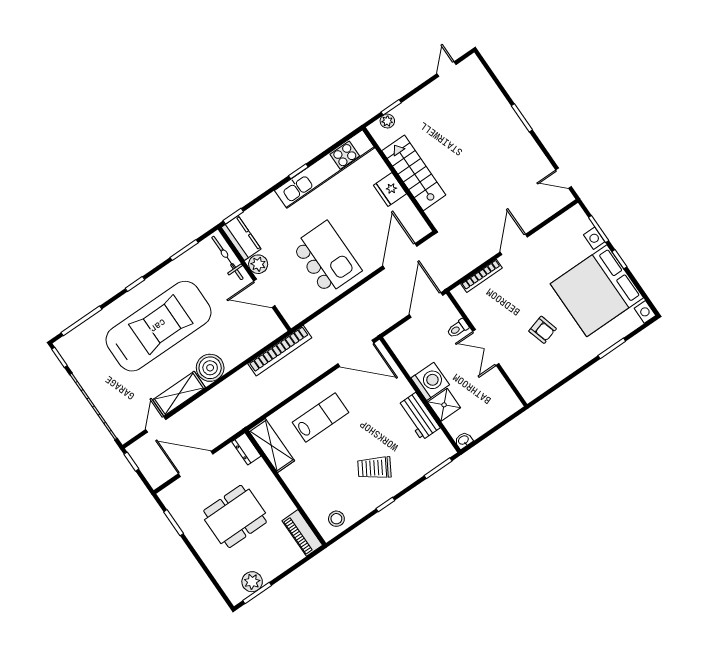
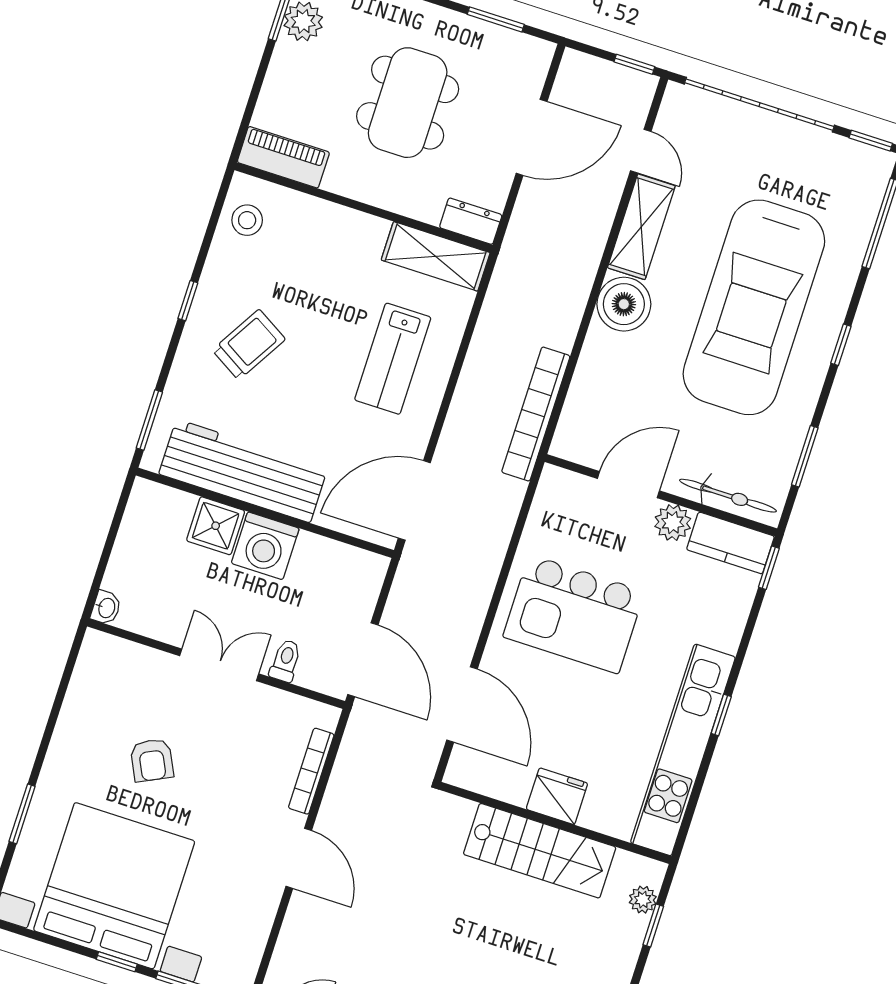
armchair: (543, 330) -> (152, 760), turned -100
workbench: (419, 416) -> (243, 471), width x1.88, depth x1.32
washbasin: (464, 440) -> (106, 608), moved

